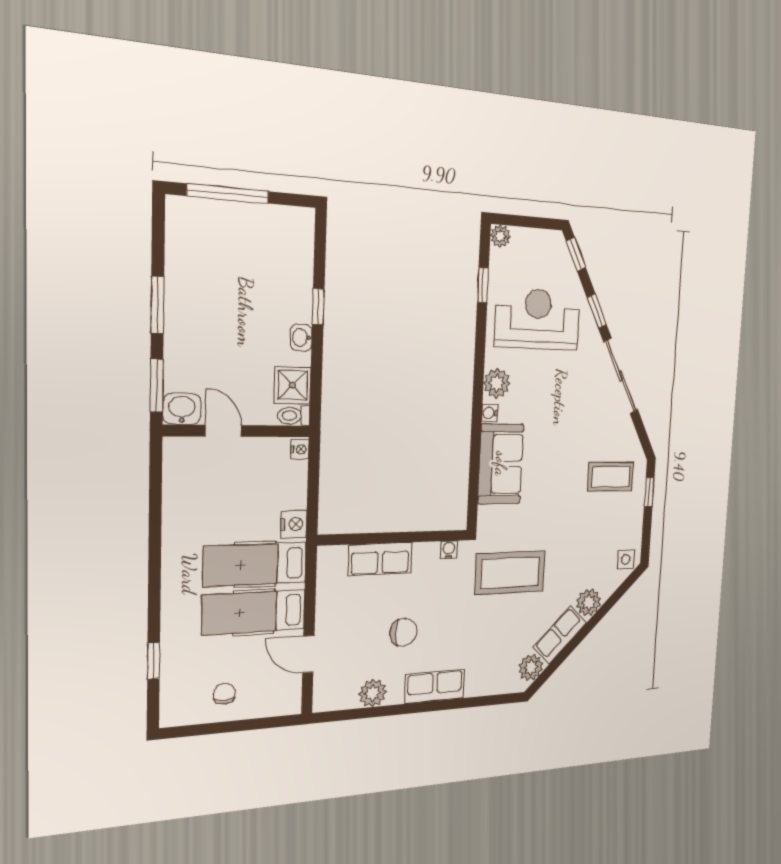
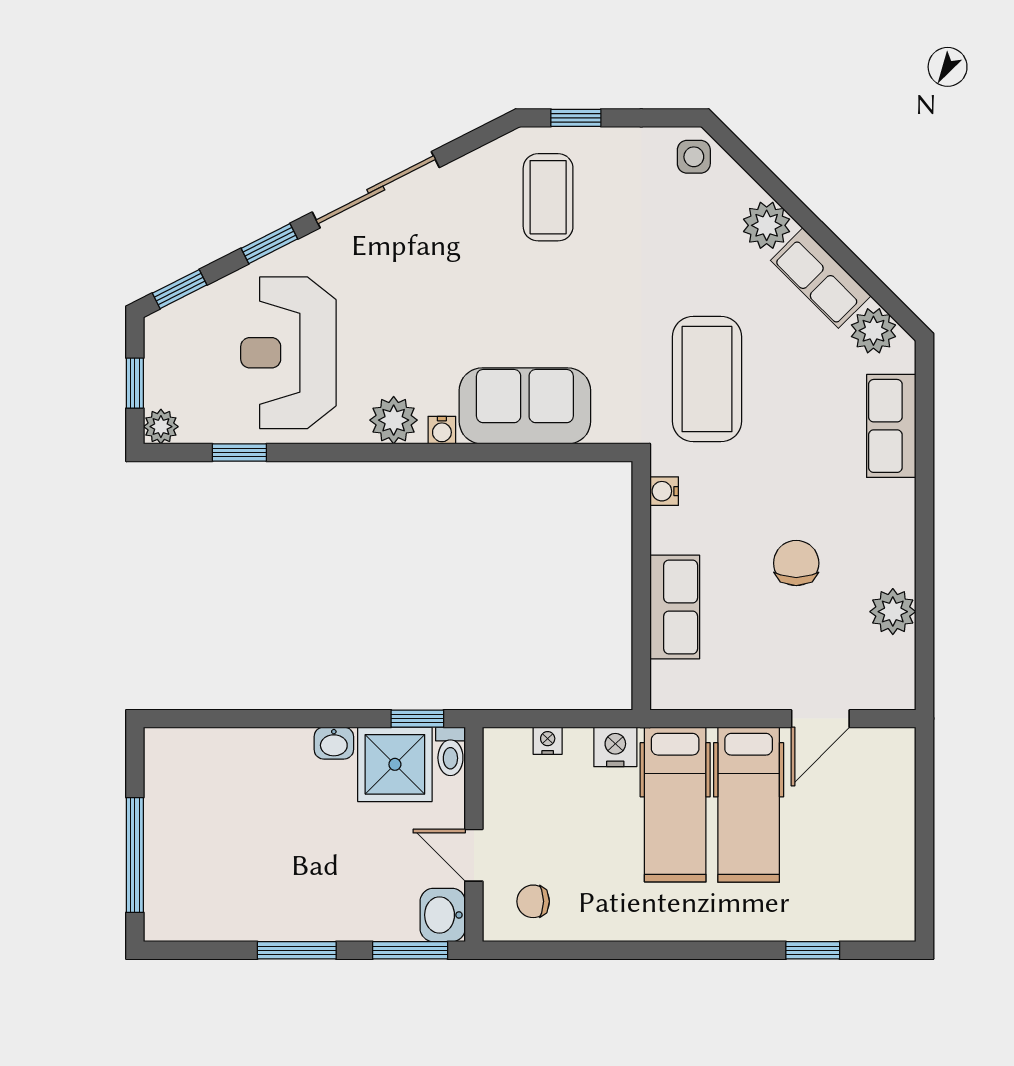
window: (526, 222) -> (135, 383), added
window: (318, 307) -> (417, 719), moved
shower: (293, 385) -> (395, 764), width x1.36, depth x1.36
door: (223, 431) -> (474, 855), hinge flipped
nightstand: (300, 449) -> (548, 741), moved
row of seats: (435, 686) -> (891, 426), moved
chair: (224, 694) -> (533, 901), moved

